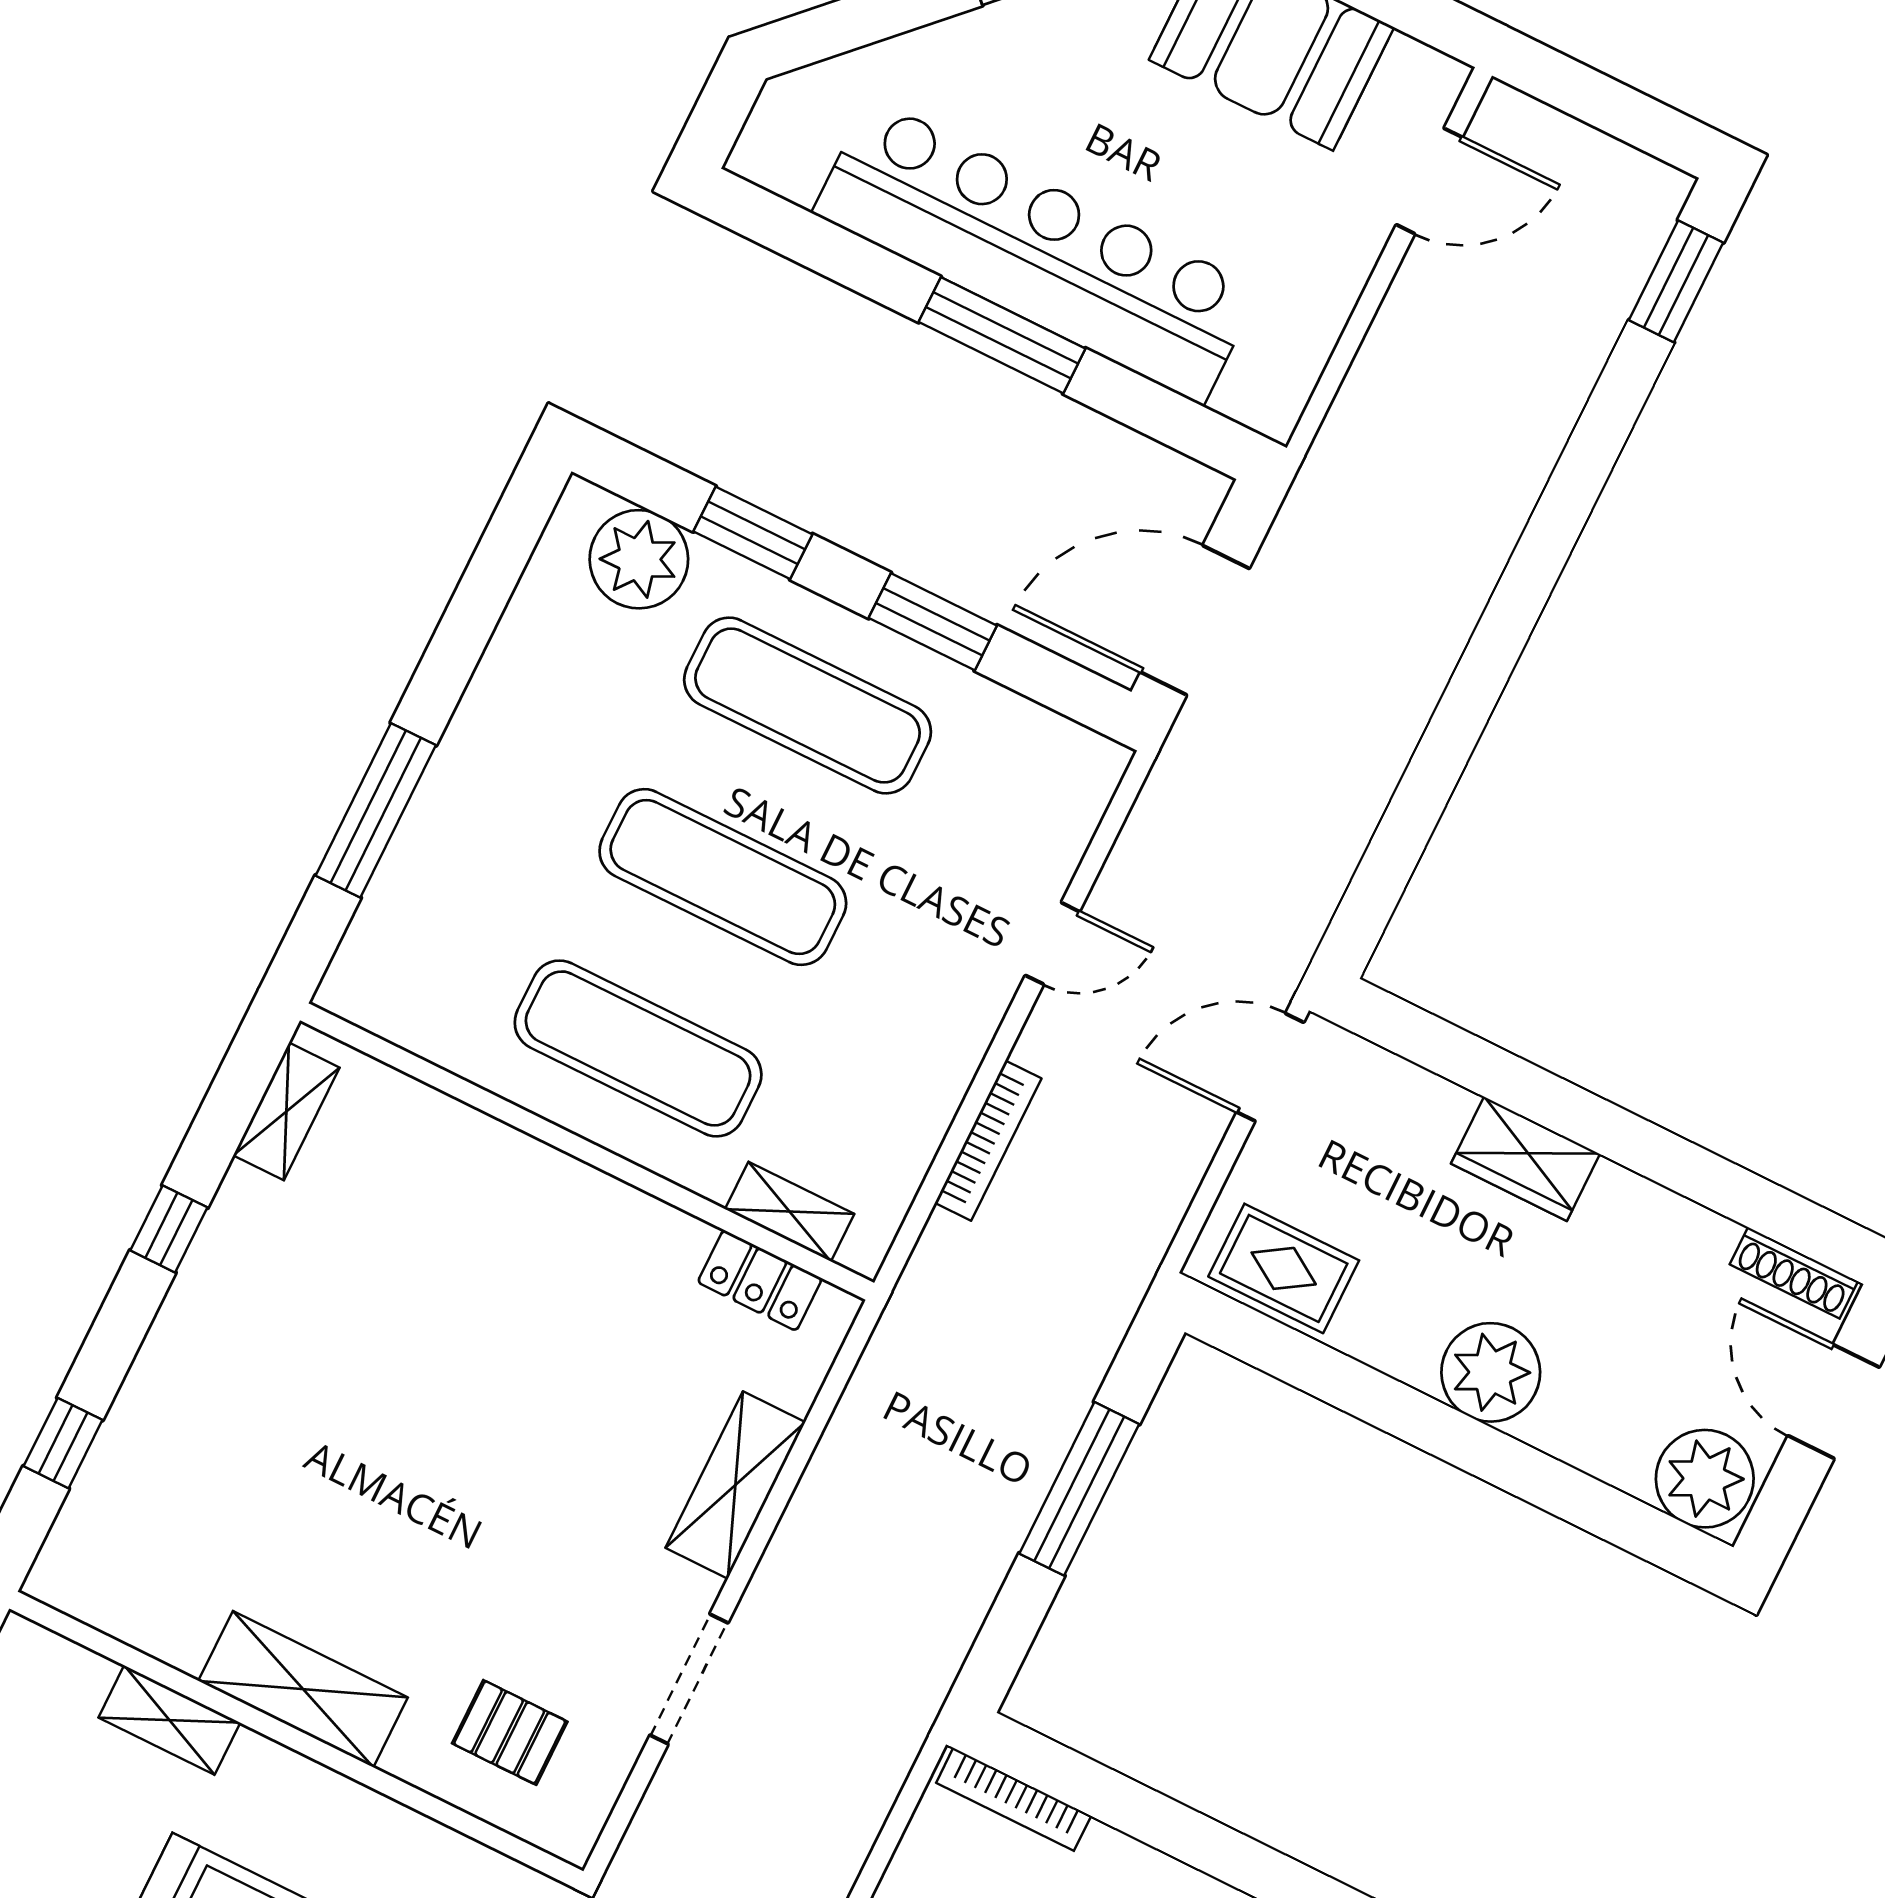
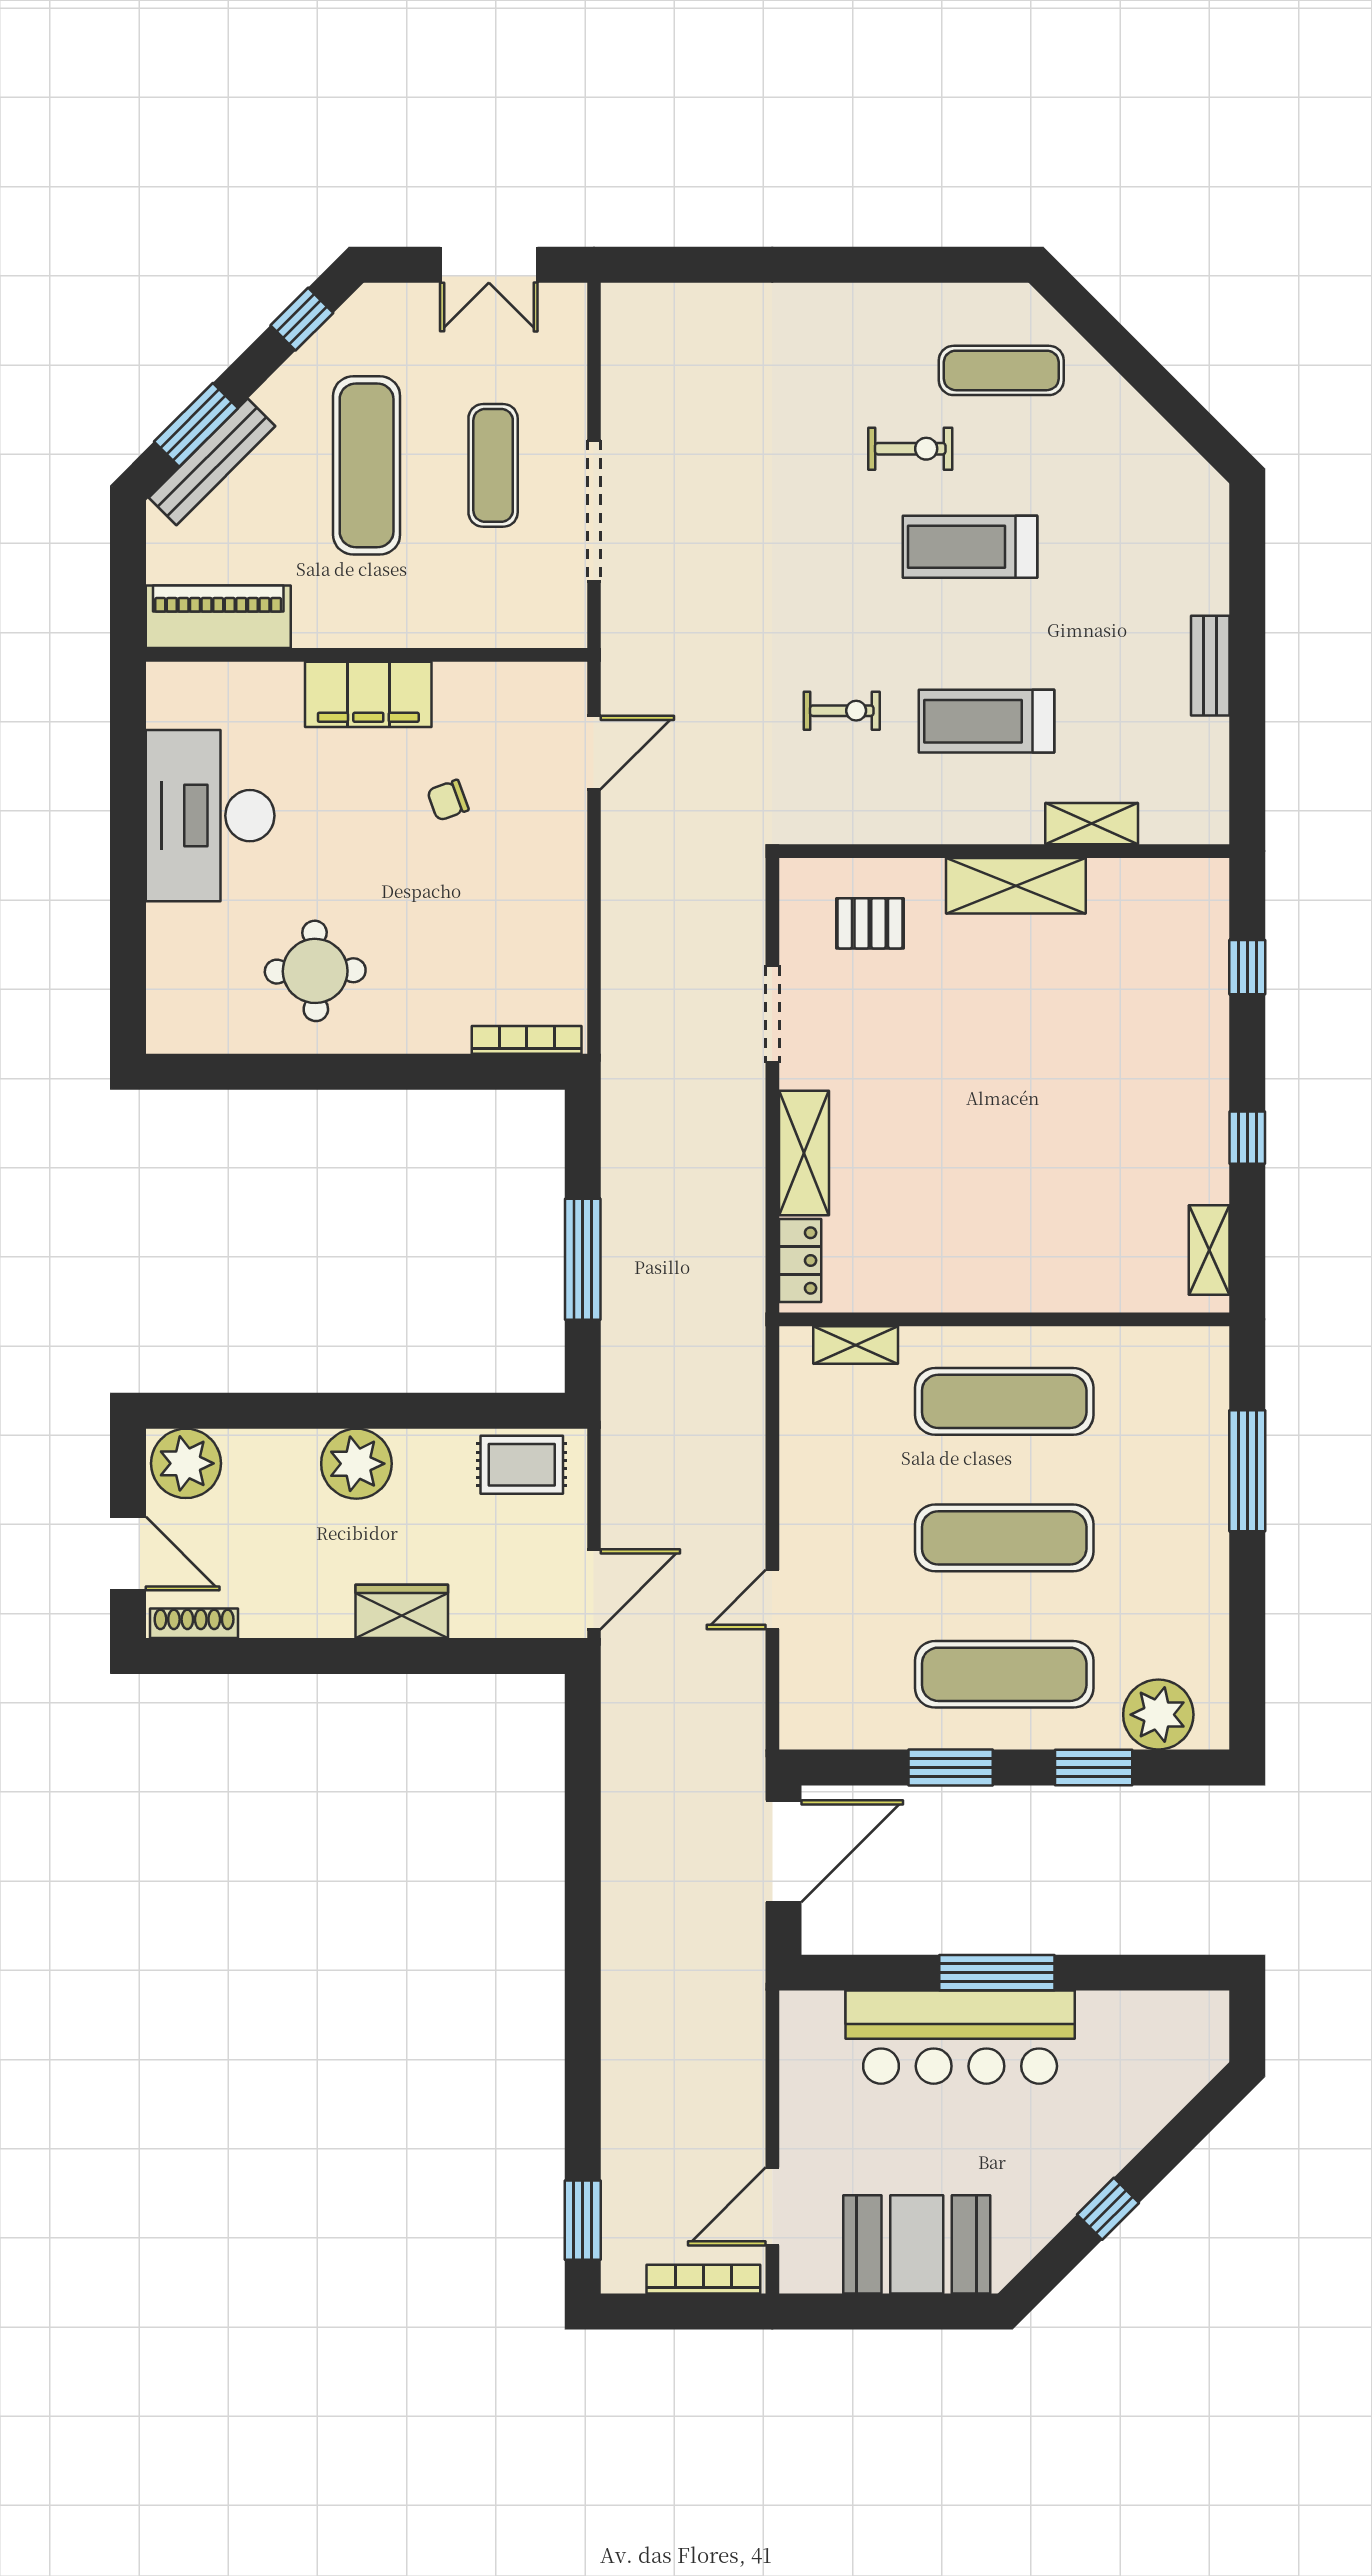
bar counter: (1036, 251) -> (960, 2037), width x0.73
bookcase: (988, 1141) -> (703, 2279), moved, turned 90
locker: (760, 1280) -> (800, 1260), moved, turned 90

